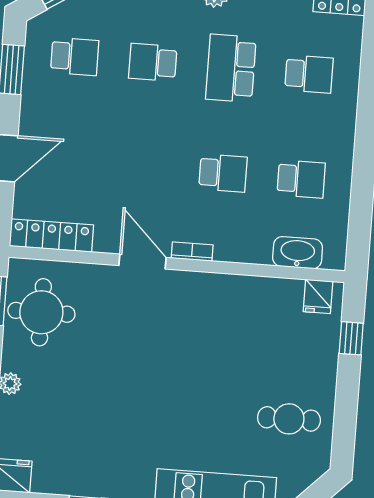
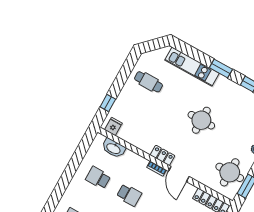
school desk: (223, 173) -> (129, 195), turned 180
locker: (192, 284) -> (162, 155), added
round table: (147, 391) -> (201, 120), added

